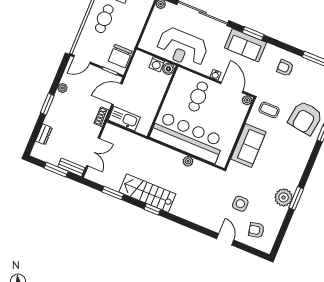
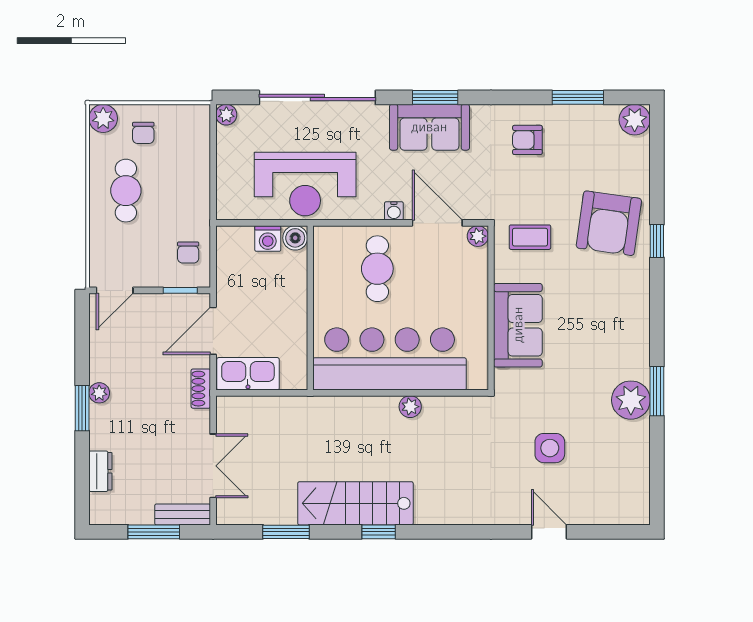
chair: (120, 56) -> (188, 253), width x0.54, depth x0.54
plant: (62, 88) -> (99, 393), moved
armchair: (256, 230) -> (604, 488), removed

